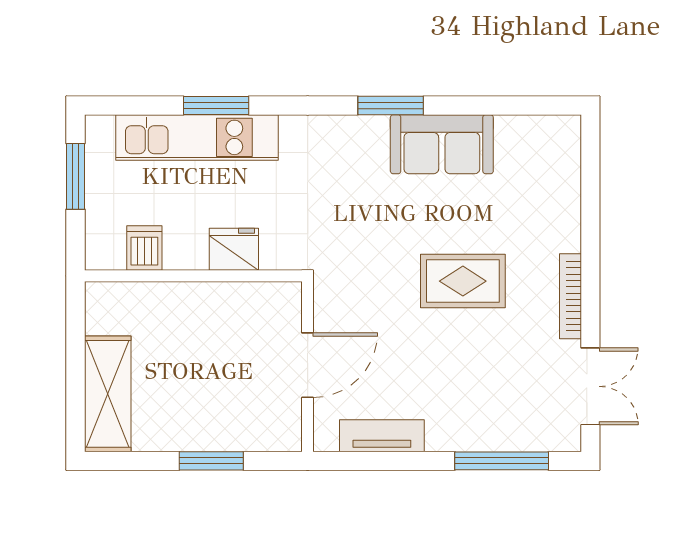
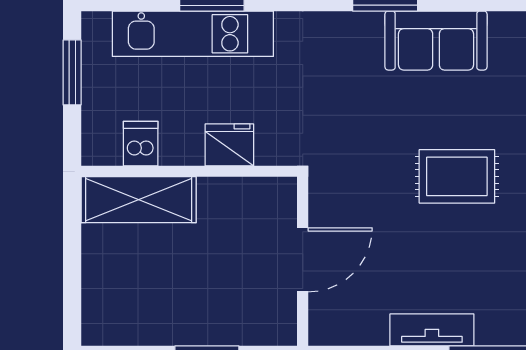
shelving: (108, 394) -> (139, 200), moved, turned 90
tv unit: (382, 436) -> (432, 330), moved

